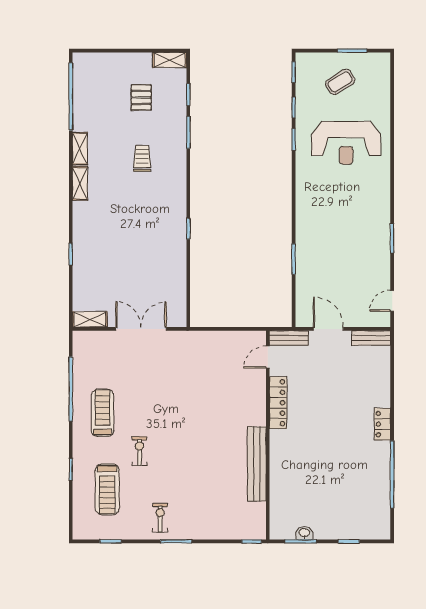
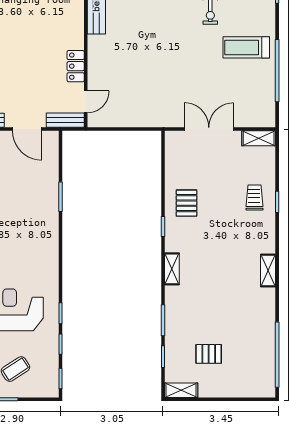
pallet: (141, 97) -> (209, 354), turned 90
shelving: (80, 149) -> (172, 269), moved
trolley: (142, 158) -> (254, 198), moved, turned 180
pallet: (164, 253) -> (187, 203), added
double door: (141, 329) -> (209, 129), swing flipped
locker: (278, 403) -> (76, 66), width x0.66
treadmill: (102, 413) -> (246, 47), turned 90

